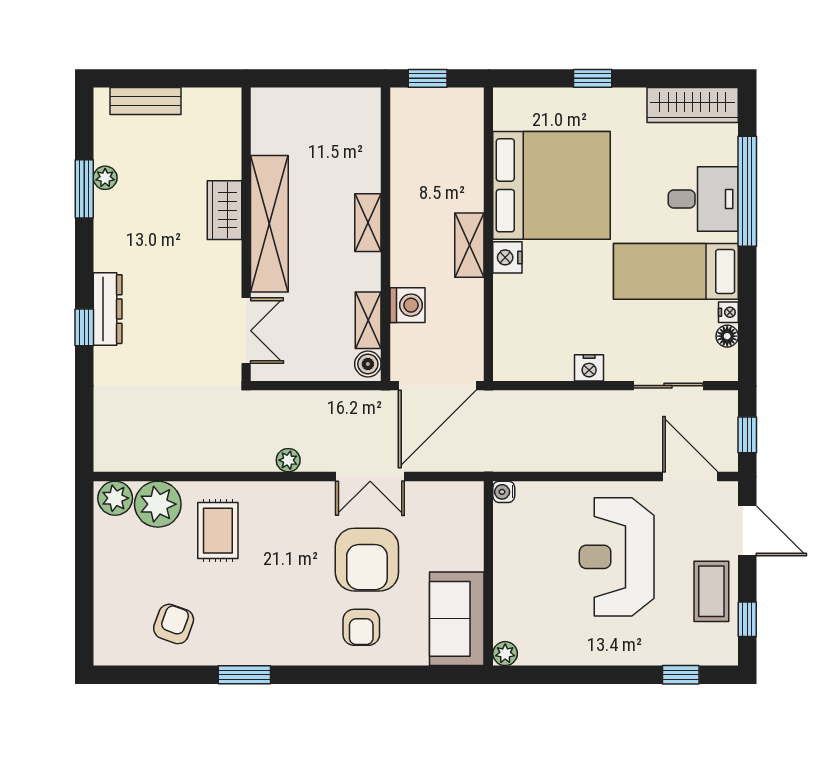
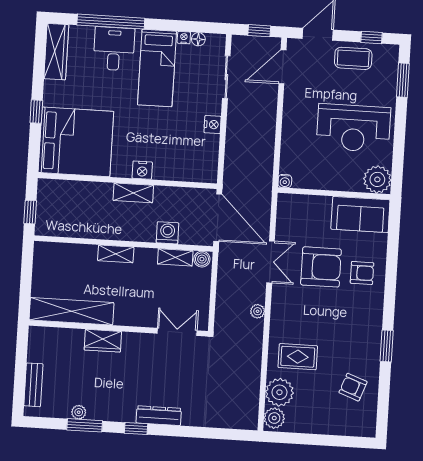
bed: (552, 185) -> (76, 142), moved, turned 90
shelving: (269, 224) -> (71, 311), moved
window: (84, 327) -> (136, 428), moved
reception desk: (617, 557) -> (354, 128), moved
plant: (505, 654) -> (377, 179), width x1.88, depth x1.88
window: (681, 675) -> (403, 80), width x1.50

